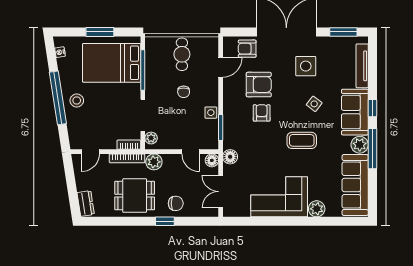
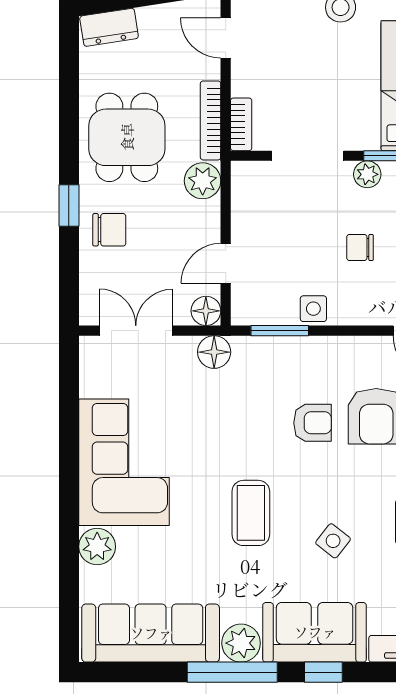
plant: (151, 138) -> (367, 174), moved
chair: (176, 203) -> (109, 230), turned -90

